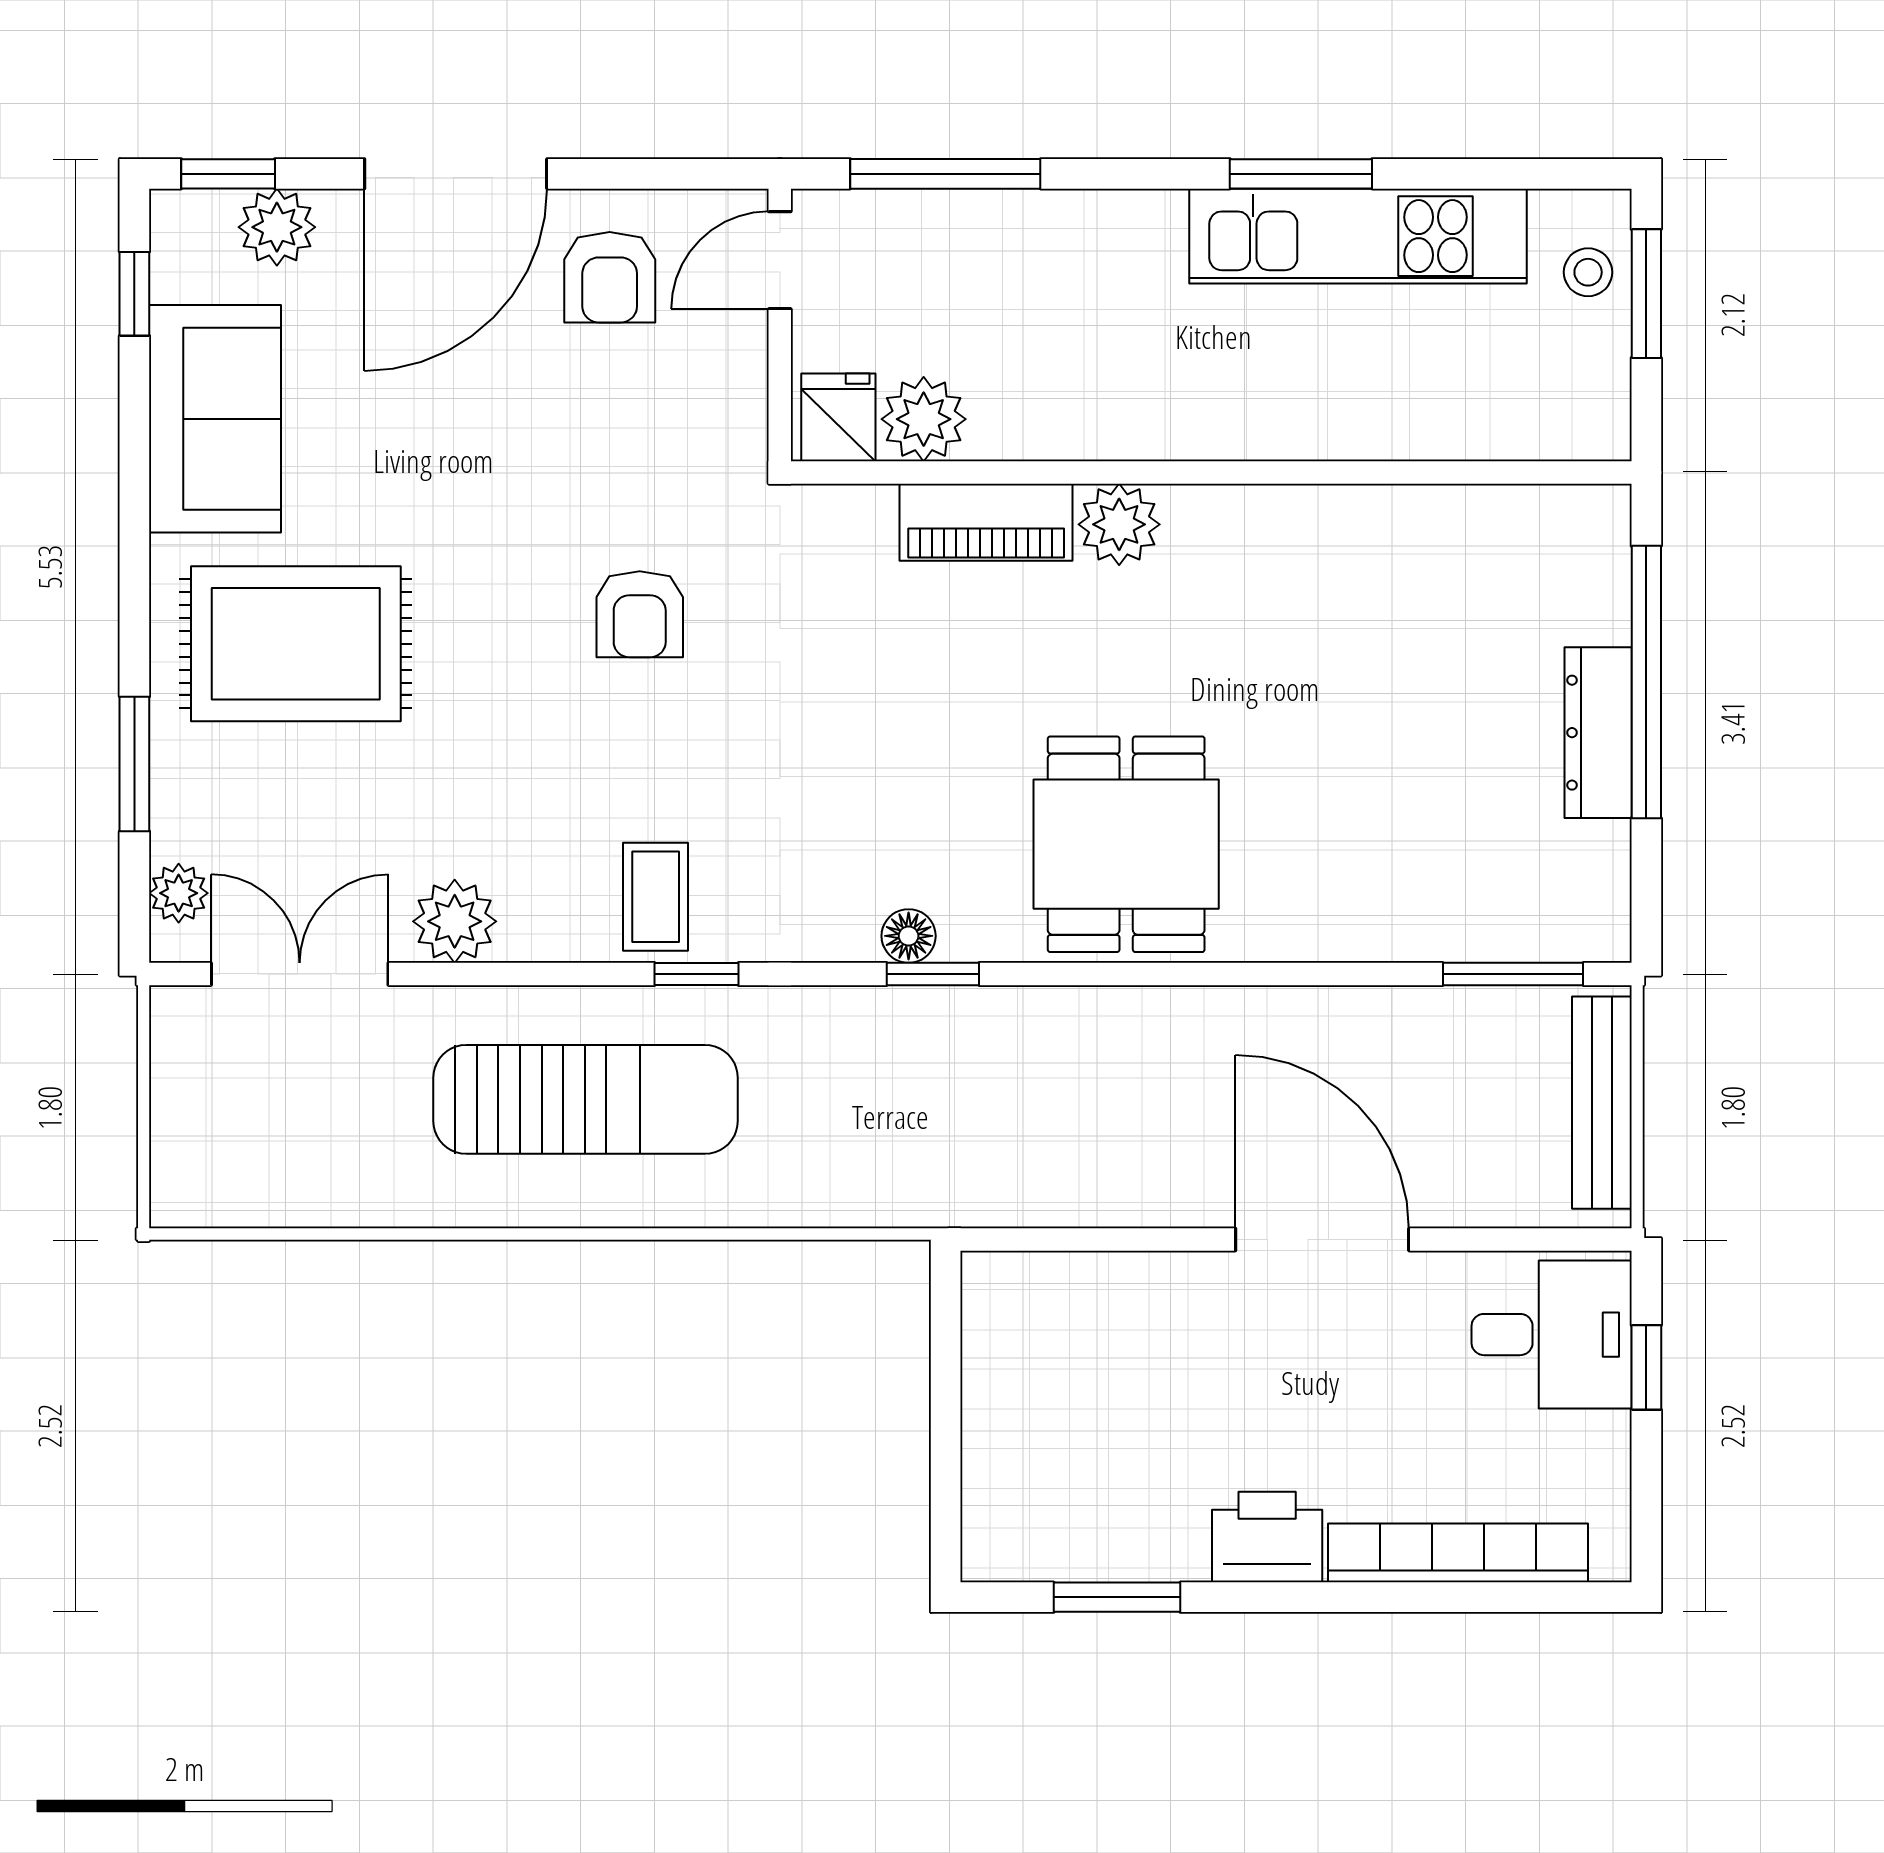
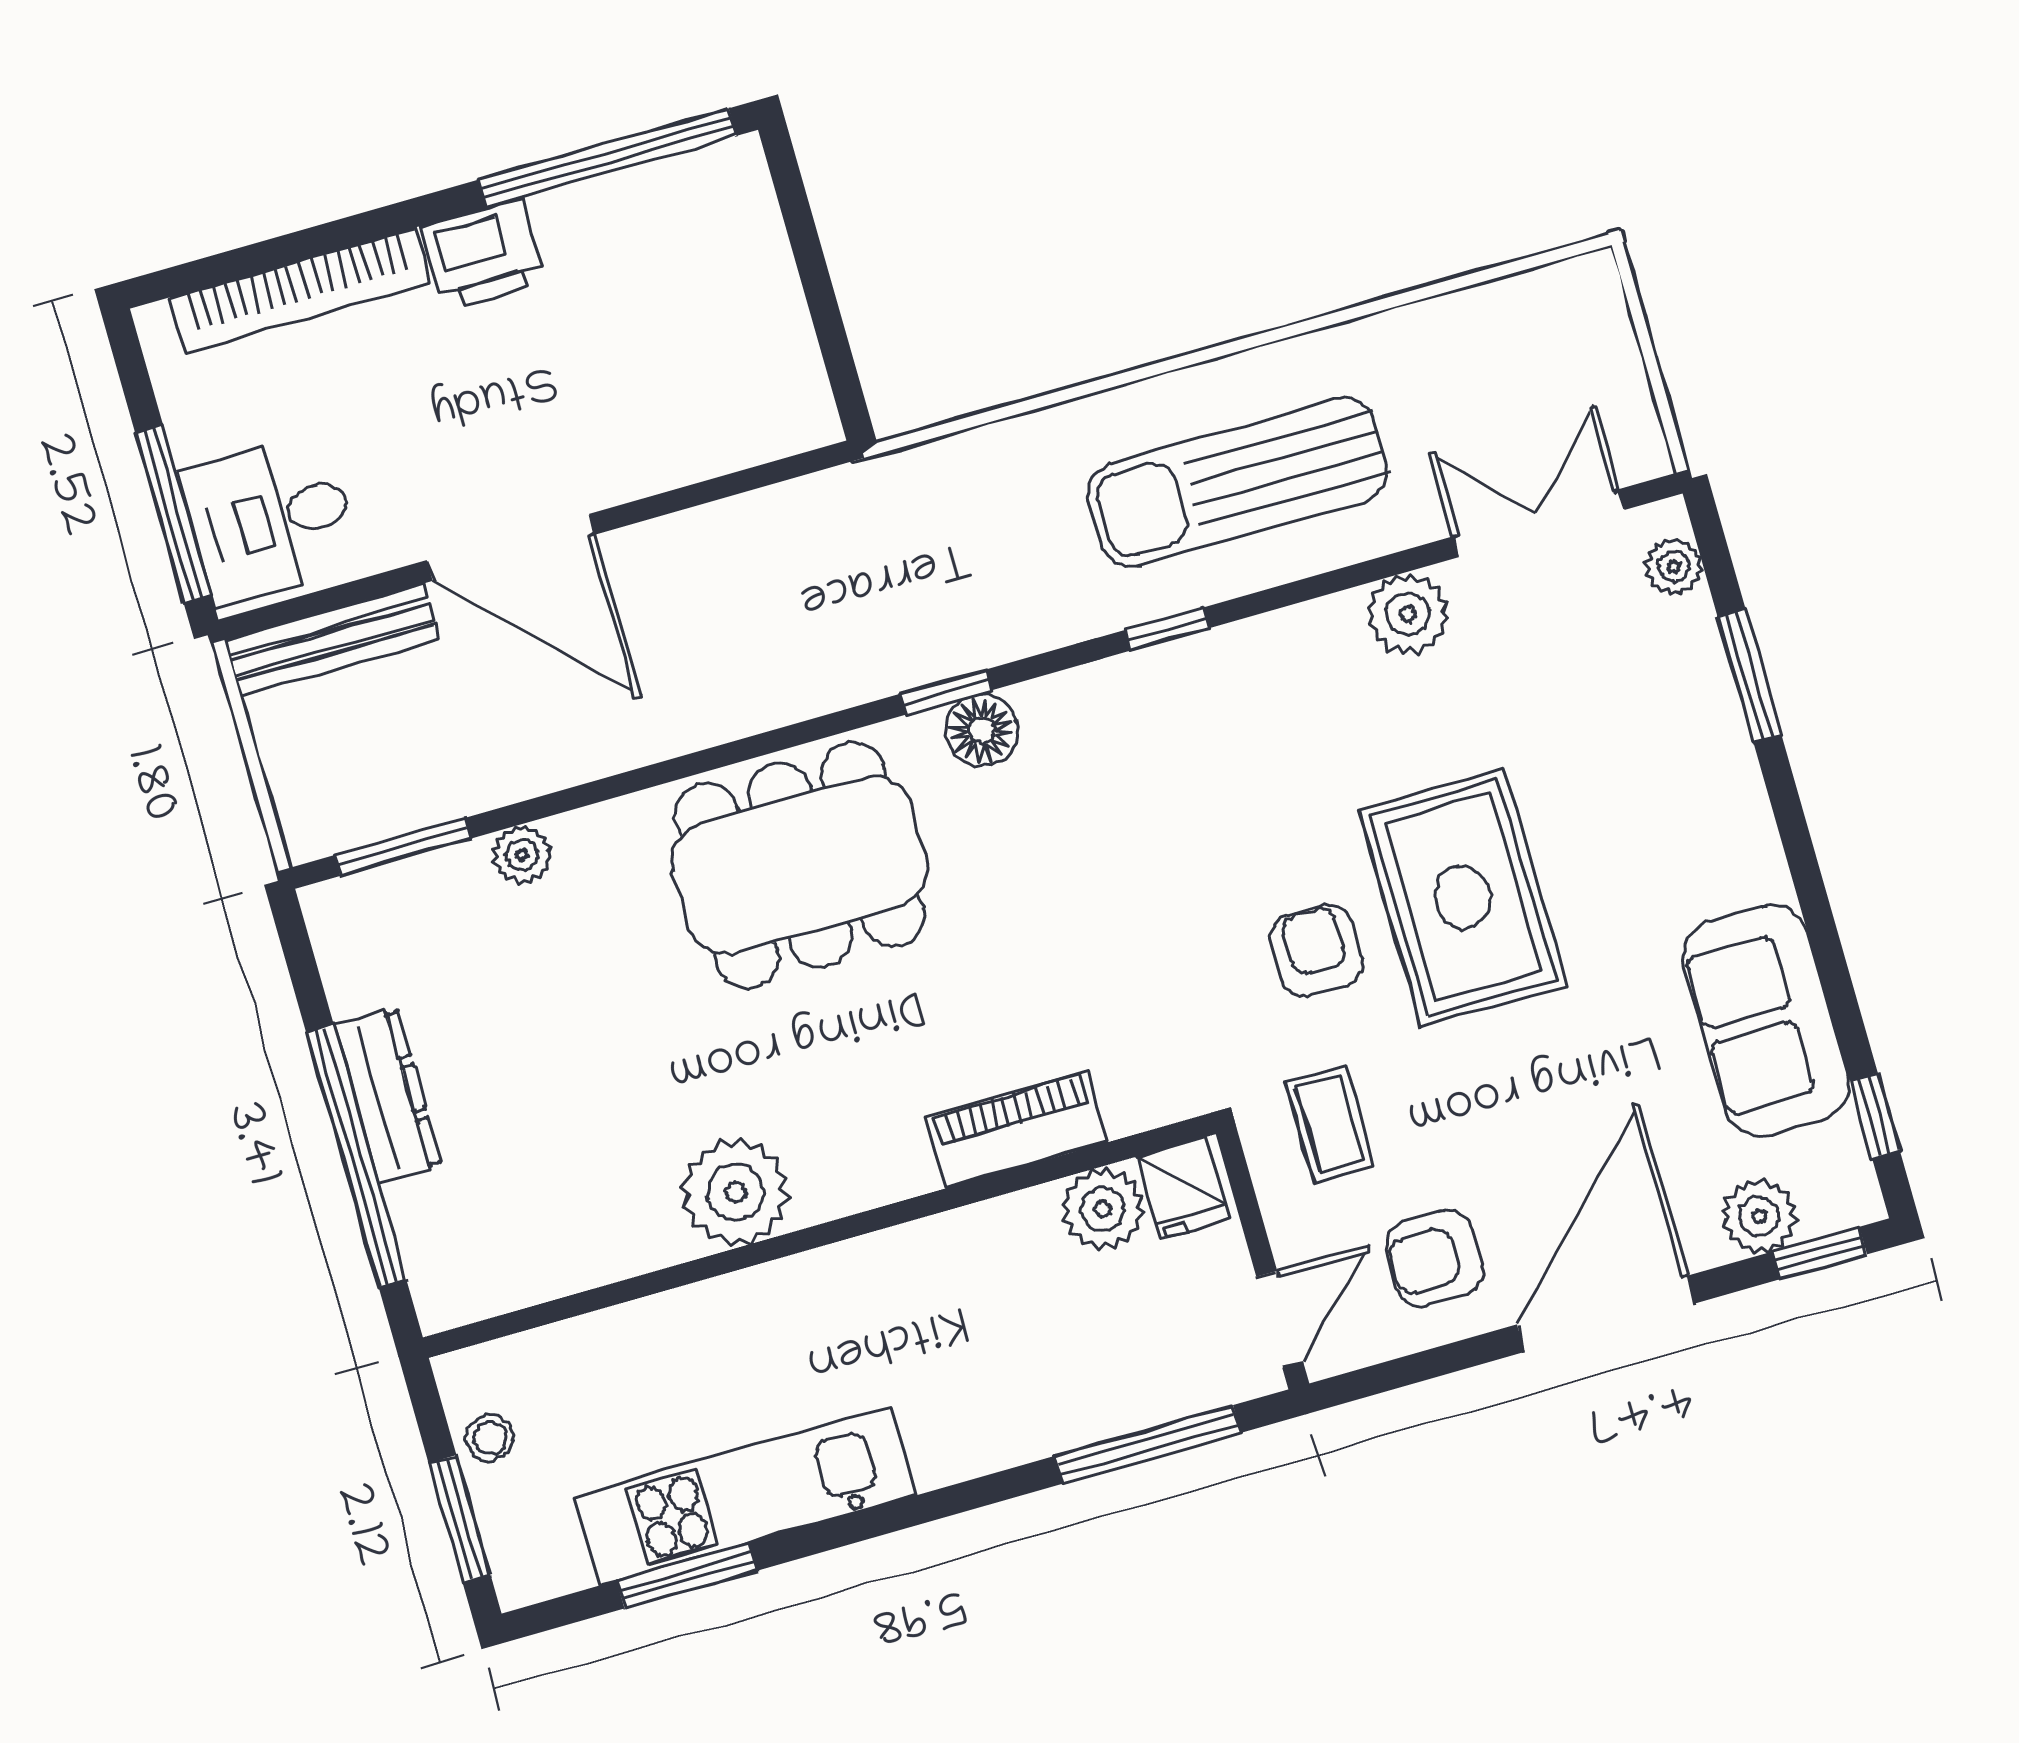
window: (1301, 174) -> (687, 1576), moved
stool: (1588, 272) -> (490, 1438), moved
armchair: (610, 277) -> (1434, 1258), turned -90
plant: (1119, 524) -> (736, 1192), moved, width x1.36, depth x1.36
rug: (296, 644) -> (1463, 897), moved, turned 90
dining table: (1126, 844) -> (800, 865), width x1.38
coffee table: (656, 897) -> (1330, 1124), moved
plant: (1398, 933) -> (522, 855), added
floor lamp: (909, 936) -> (982, 731), width x1.37, depth x1.37
double door: (300, 974) -> (1539, 523), swing flipped
bench: (1602, 1103) -> (332, 640), moved, turned 90
window: (1646, 1367) -> (173, 514), width x2.17
window: (1117, 1597) -> (608, 158), width x2.11

